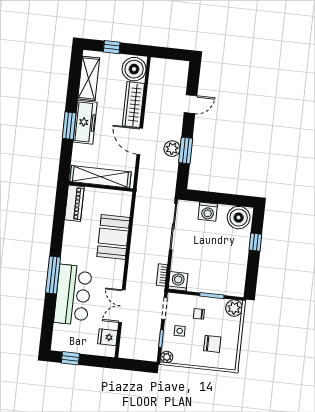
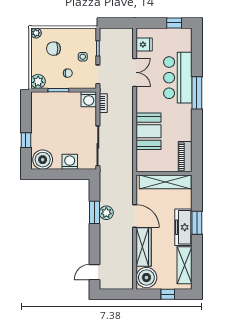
door: (191, 104) -> (95, 272), moved
plant: (167, 357) -> (36, 33), moved

